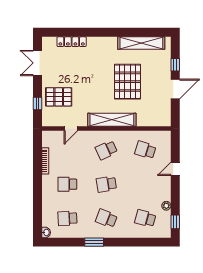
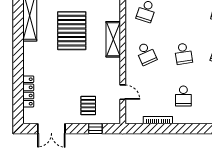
pallet: (127, 82) -> (72, 31), turned 90
pallet: (59, 97) -> (88, 106), width x0.67, depth x0.71
shelving: (112, 120) -> (113, 39), width x0.68

